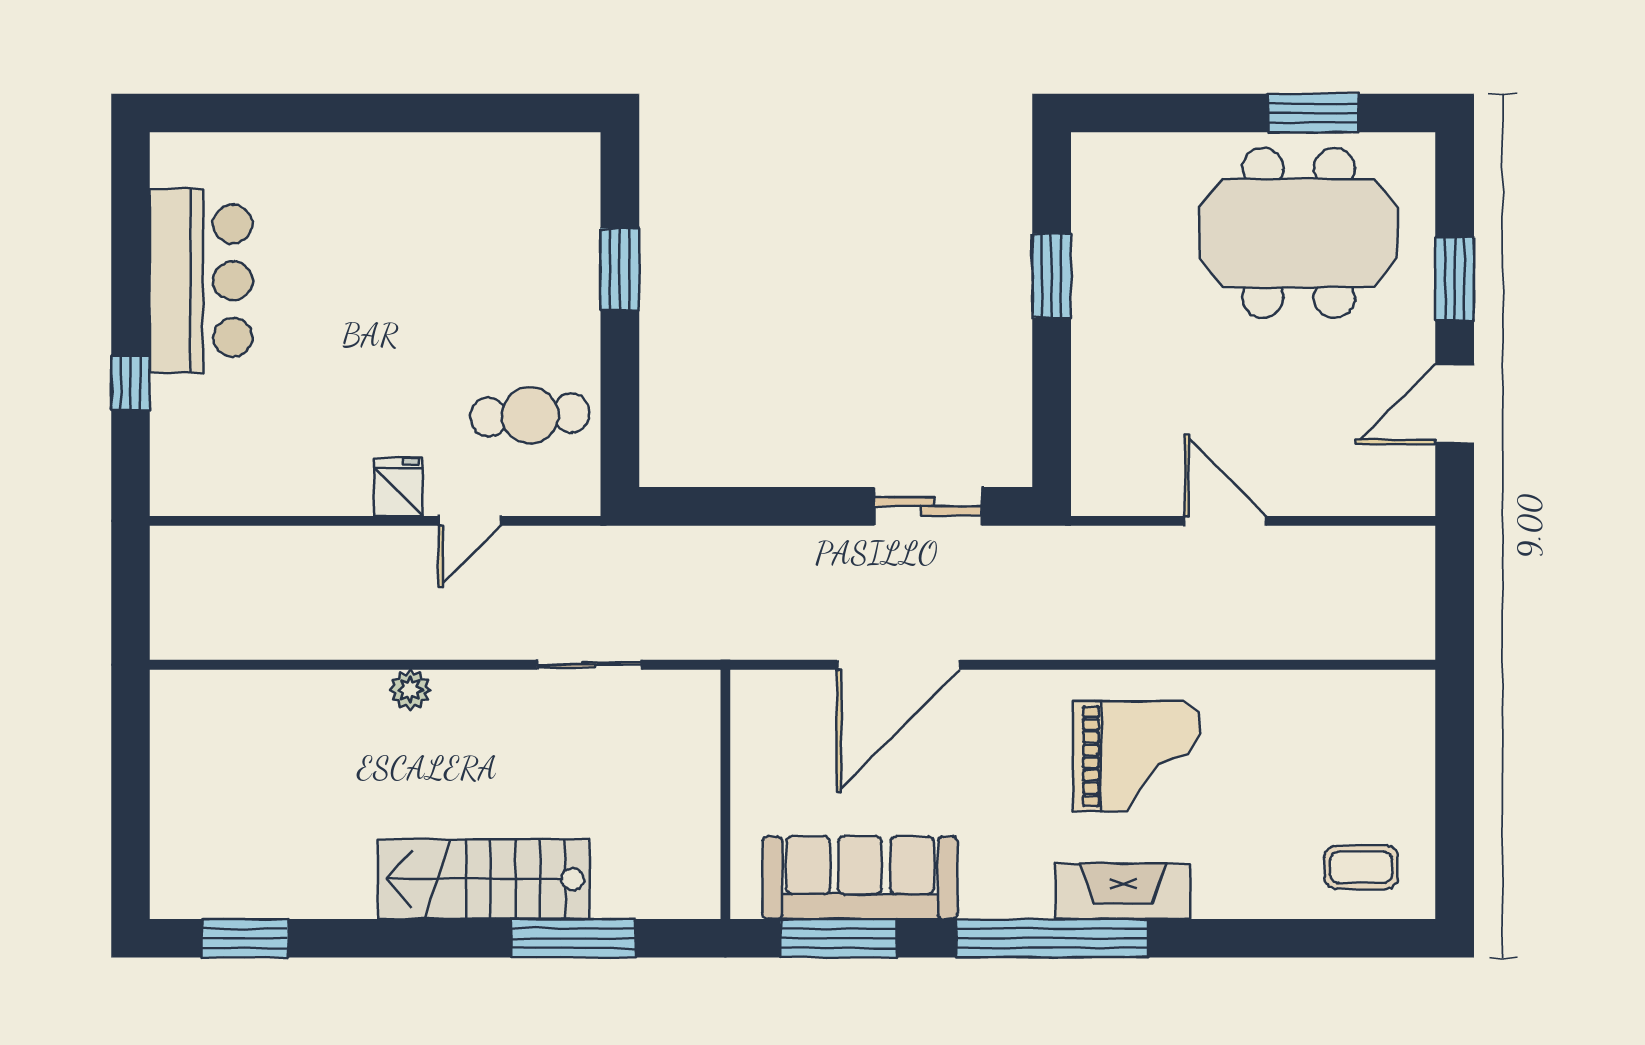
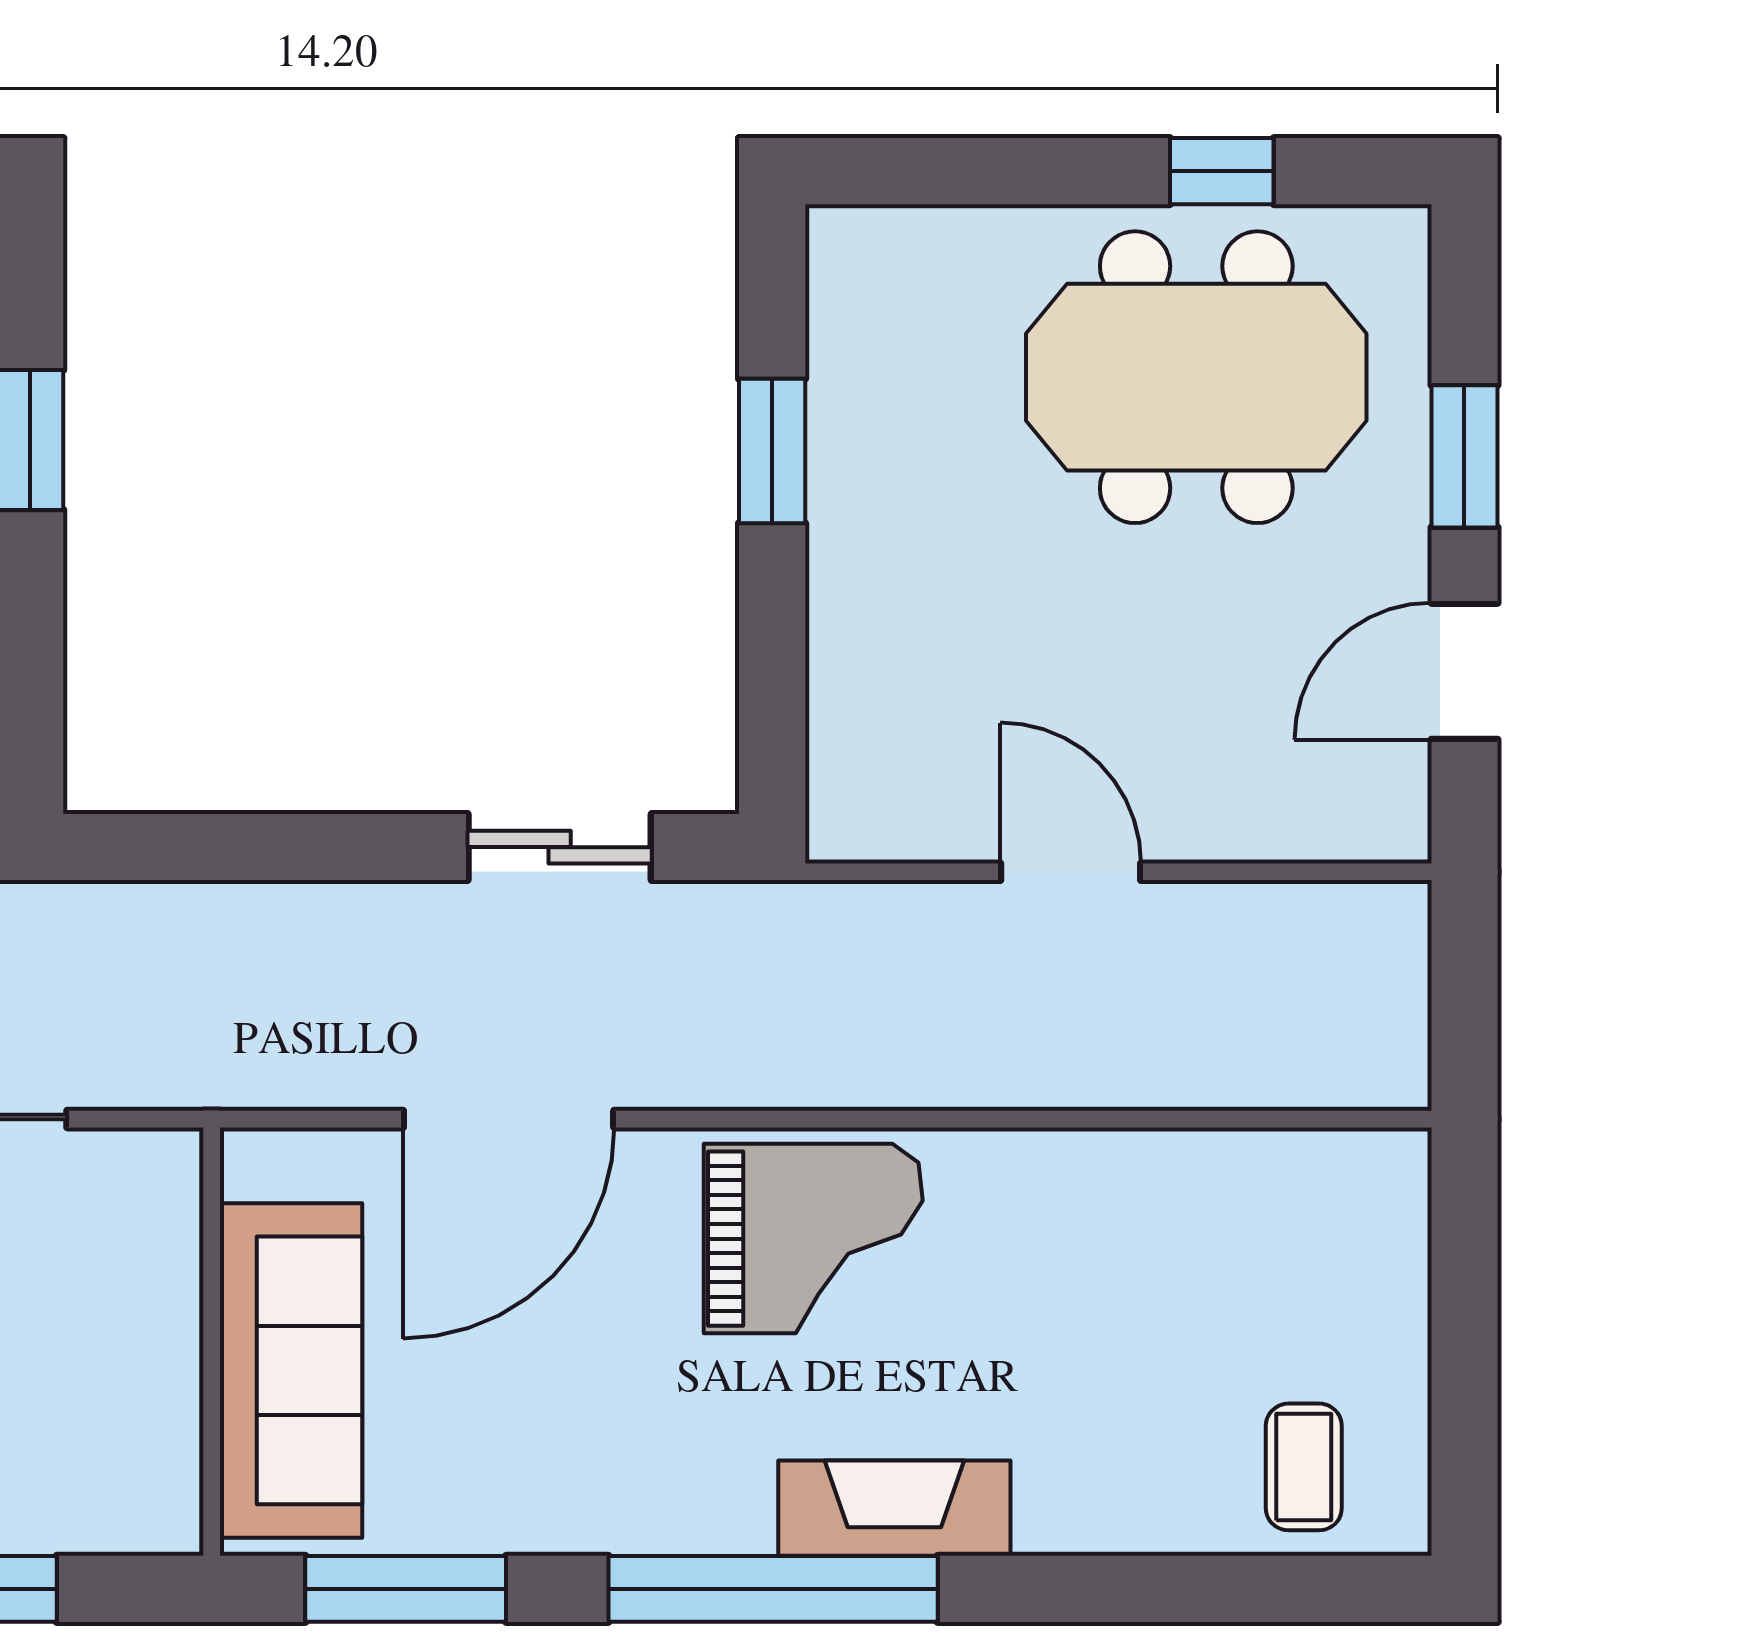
window: (1313, 113) -> (1222, 171), width x0.67
grand piano: (1137, 756) -> (813, 1239), moved
coffee table: (1361, 867) -> (1304, 1467), turned 90
sofa: (860, 878) -> (291, 1370), moved, turned 90

